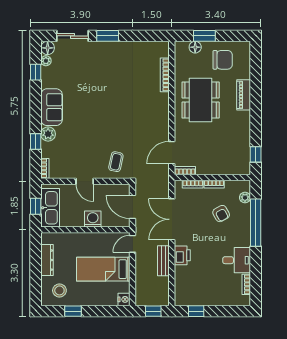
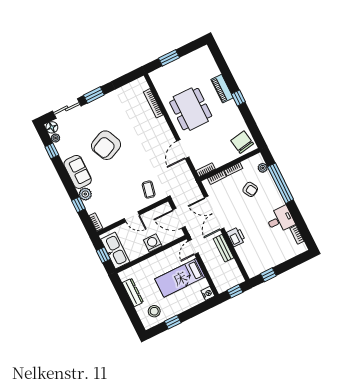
floor lamp: (195, 47) -> (166, 70), removed
chair: (223, 60) -> (242, 142), moved, turned -100
armchair: (94, 94) -> (106, 145), added
door: (172, 153) -> (183, 149), moved
window: (256, 154) -> (238, 98), moved

